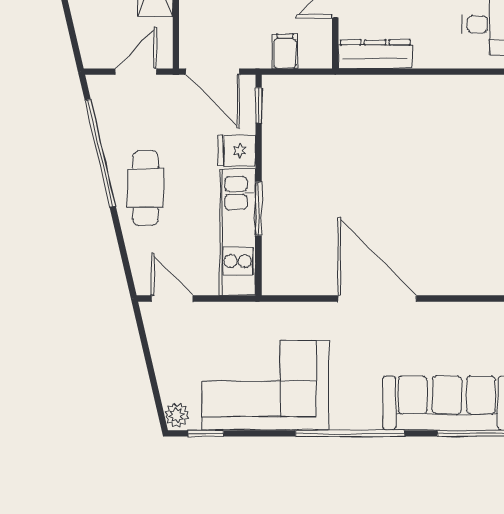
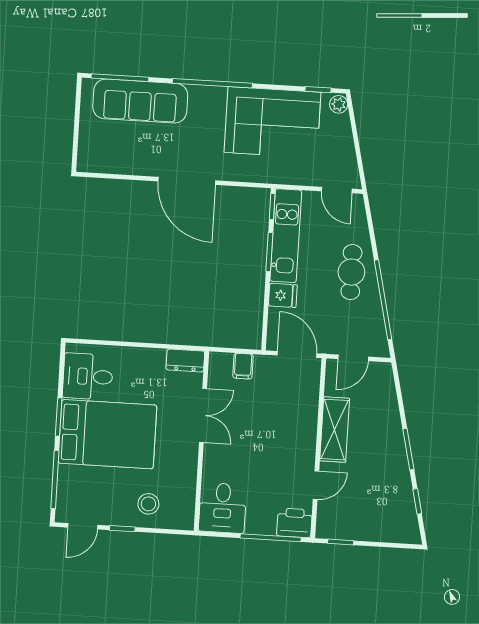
dresser: (375, 54) -> (185, 360), width x0.70
window: (259, 105) -> (272, 206), moved

